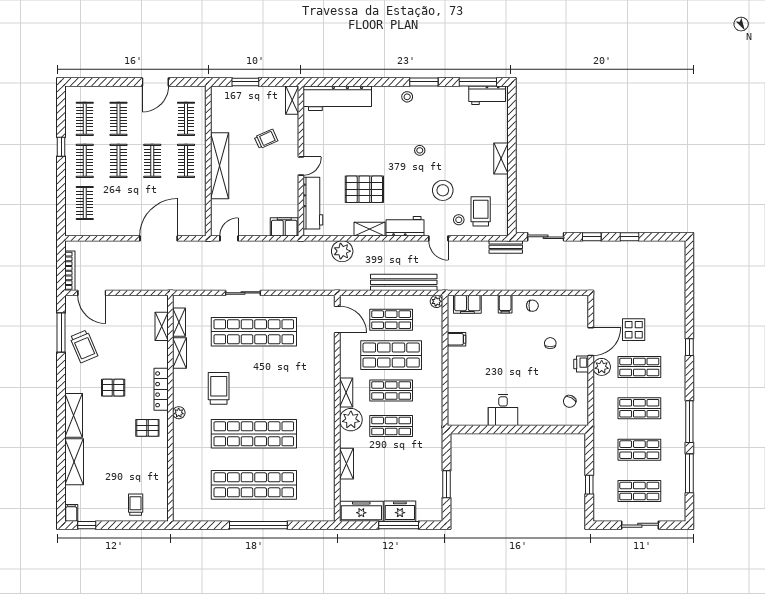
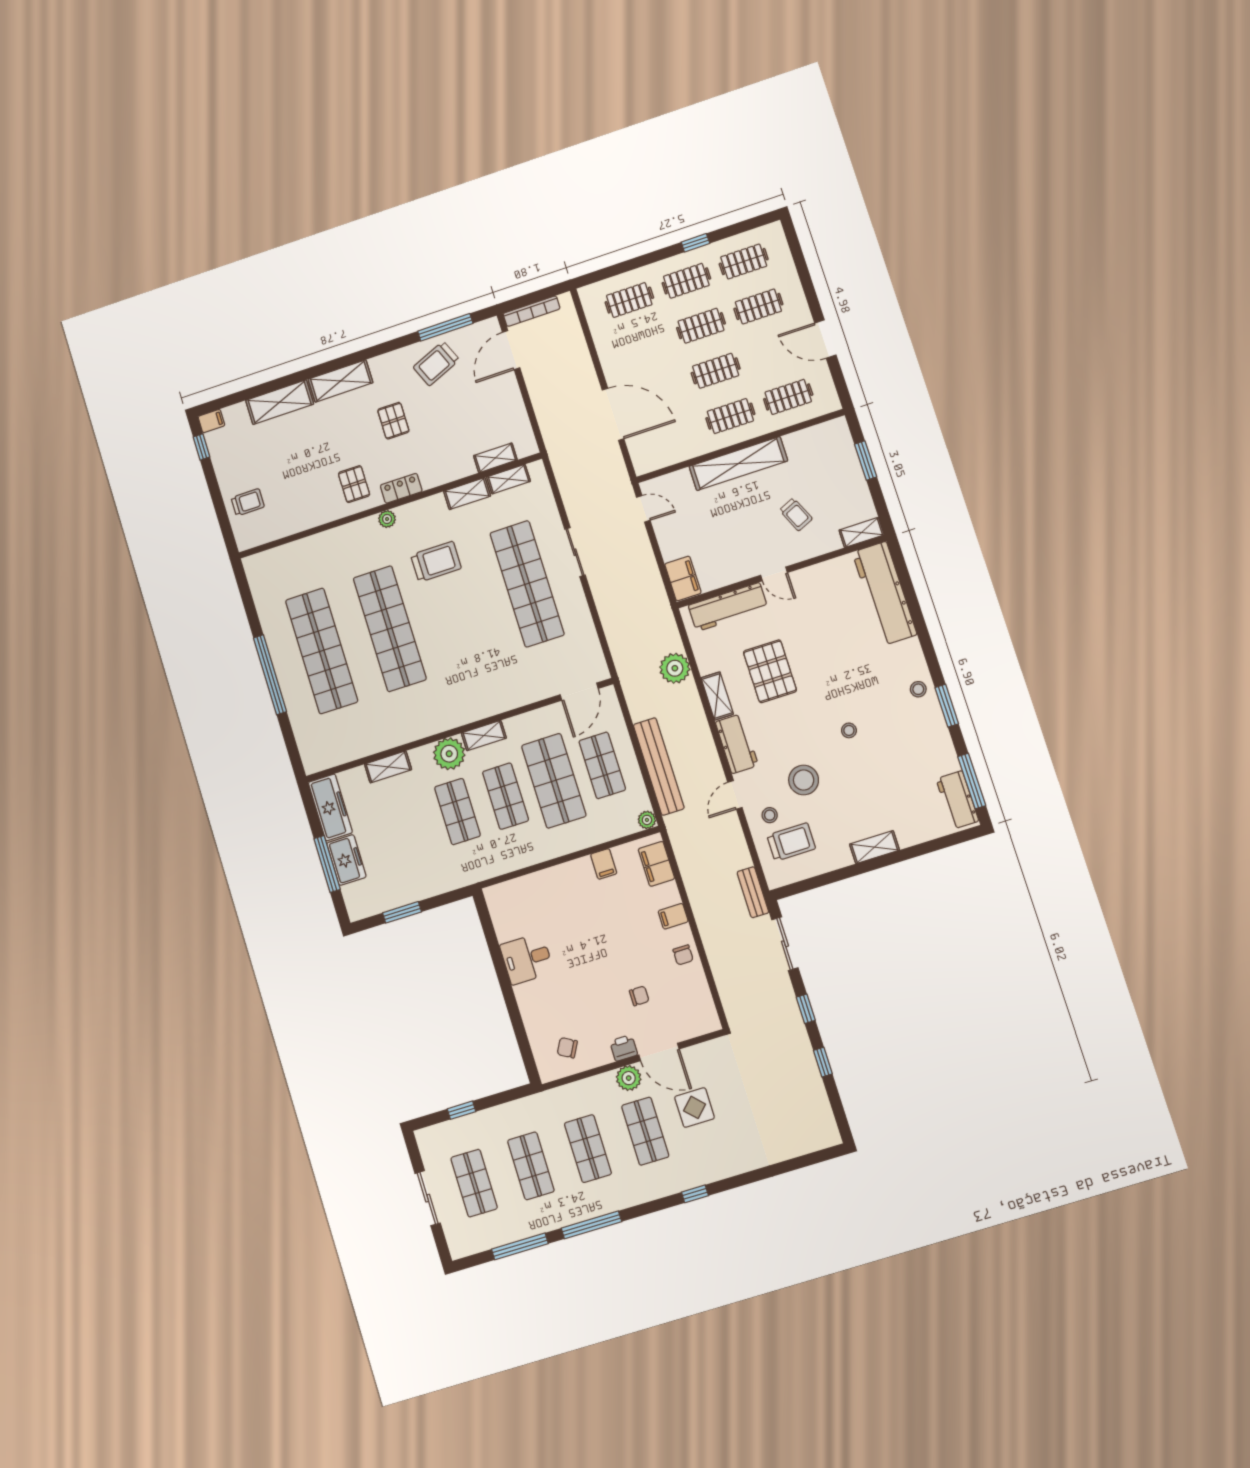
locker: (161, 389) -> (401, 488), width x0.66

